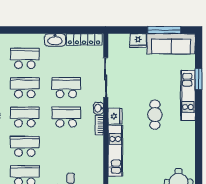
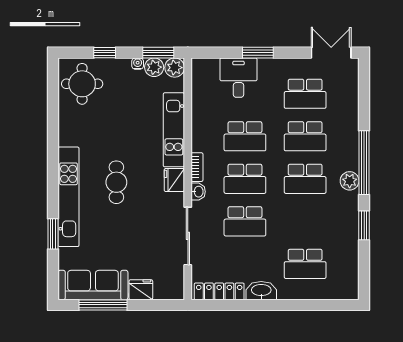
school desk: (25, 88) -> (245, 136), moved
kitchen unit: (188, 95) -> (69, 197), width x1.36

